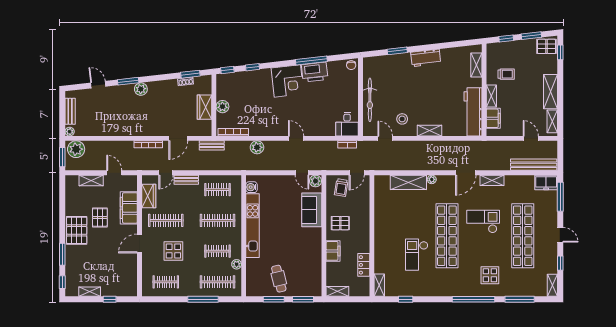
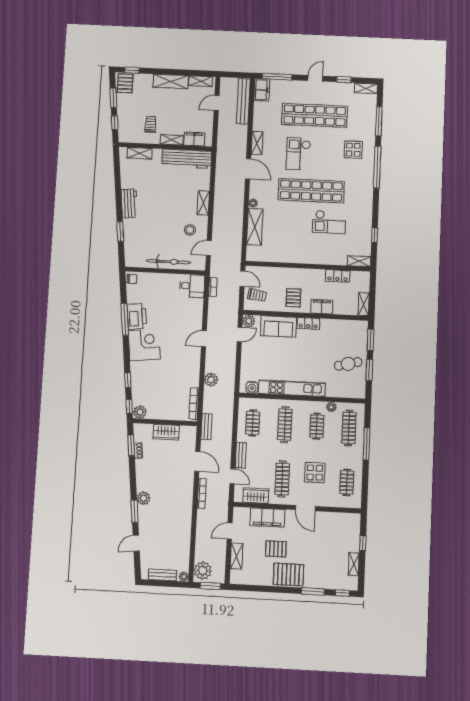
plant: (222, 107) -> (140, 412), moved
locker: (316, 239) -> (308, 323), added

